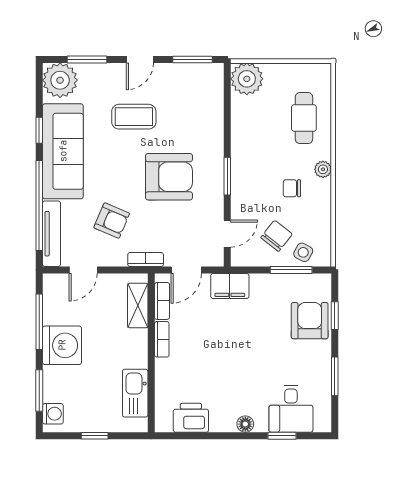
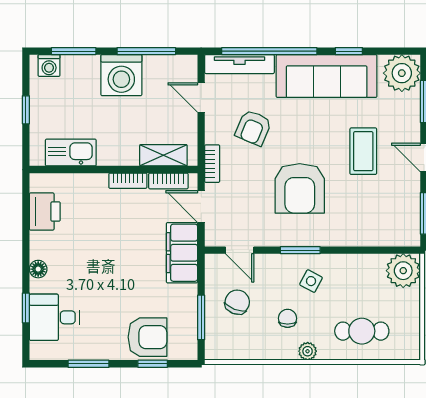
chair: (277, 236) -> (237, 302), turned -107
side table: (303, 252) -> (311, 281), moved
filing cabinet: (230, 286) -> (182, 253), width x1.50, depth x1.17

